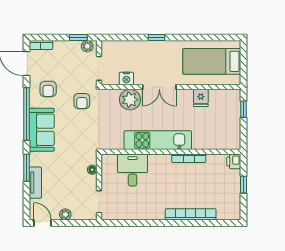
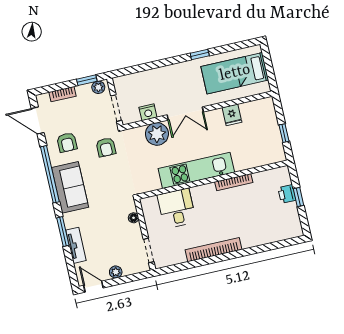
window: (157, 37) -> (200, 54), moved
bookcase: (41, 45) -> (63, 94), moved
window: (243, 109) -> (284, 133), moved
printer: (234, 161) -> (287, 194), moved
bookcase: (191, 214) -> (213, 250), moved

